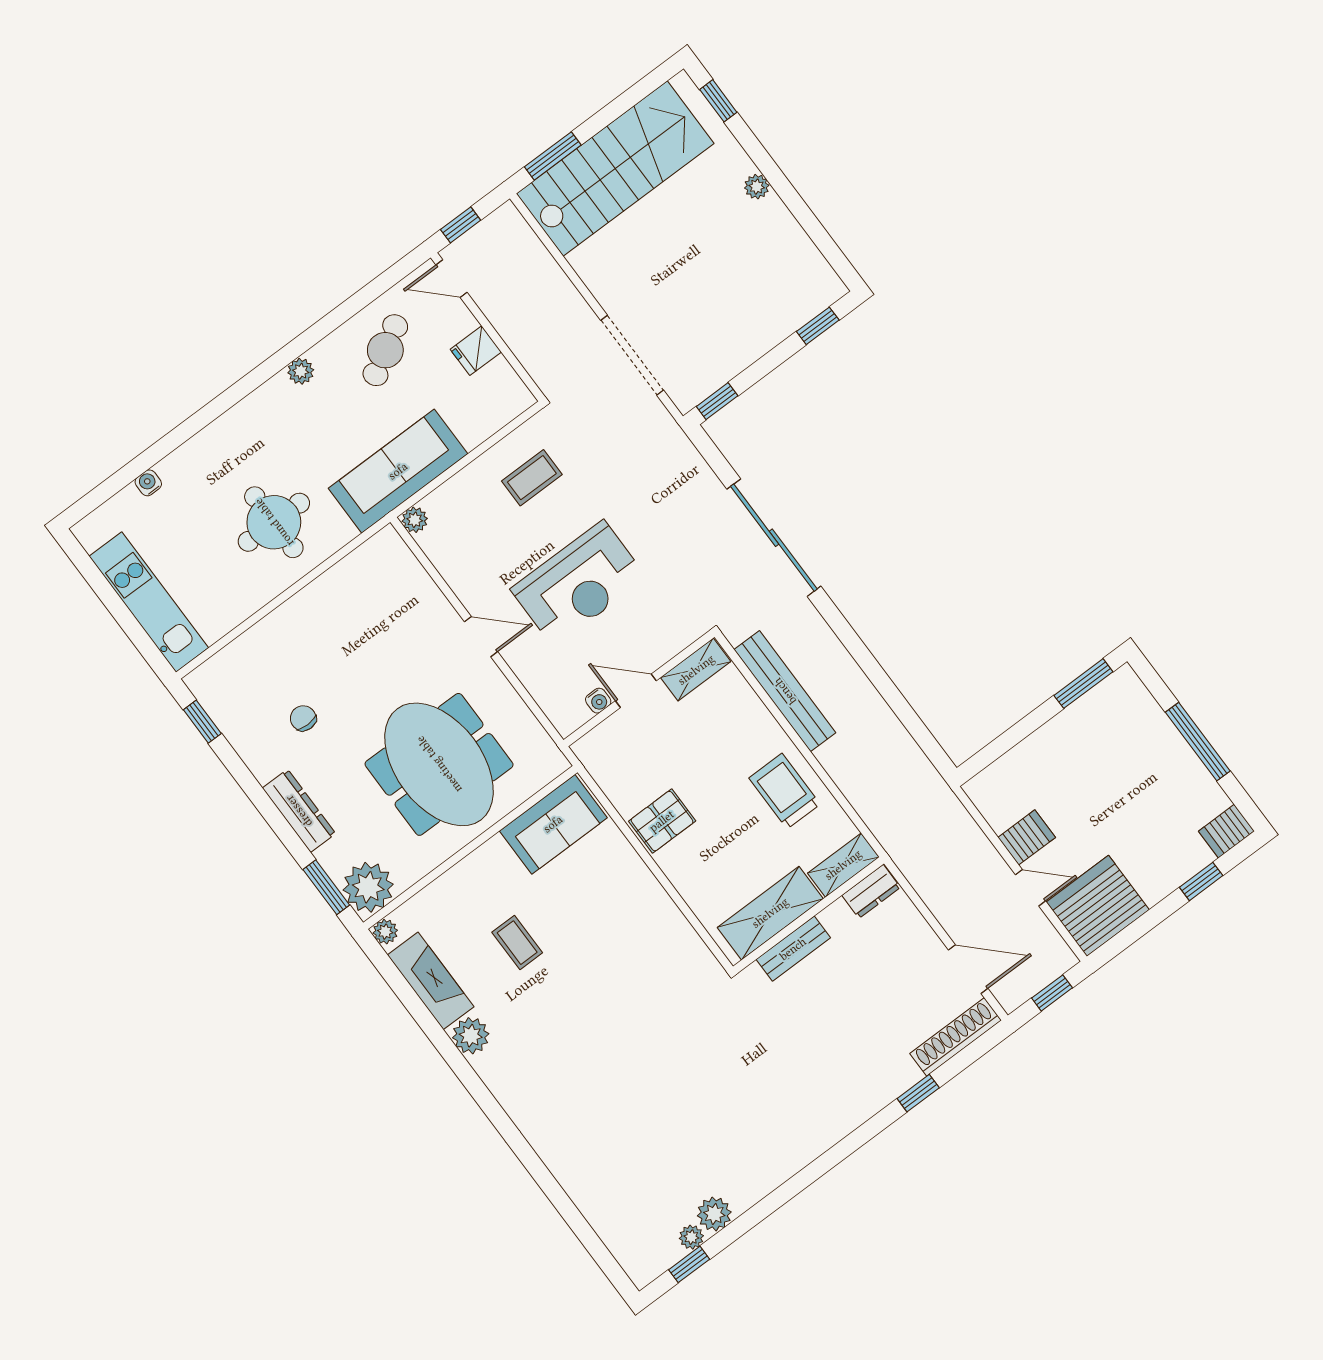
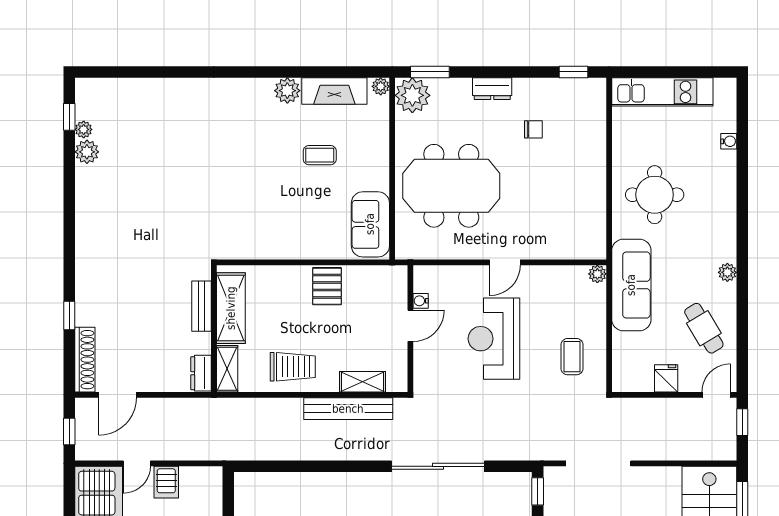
shelving: (696, 670) -> (363, 382), moved, turned 90
dresser: (299, 811) -> (492, 89), width x0.70

